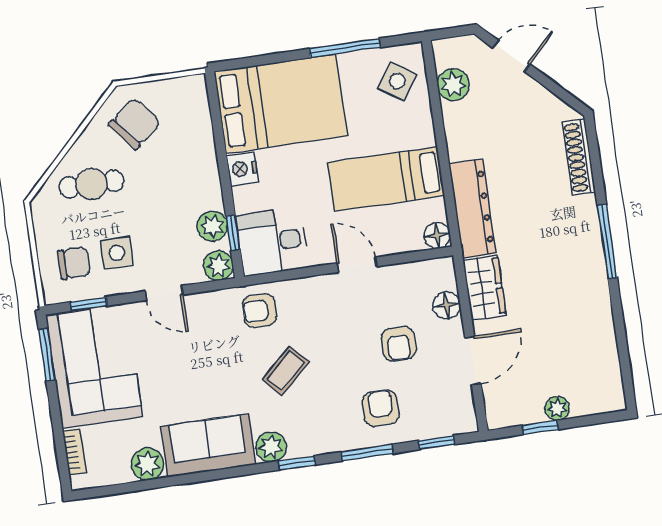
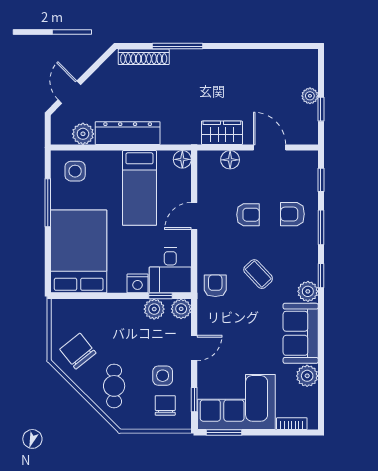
side table: (397, 81) -> (75, 171), turned -34
nightstand: (242, 169) -> (137, 283), moved
dresser: (472, 208) -> (128, 133), moved
window: (607, 242) -> (177, 46), moved
armchair: (260, 311) -> (215, 286), turned 180
armchair: (399, 344) -> (248, 215), moved

